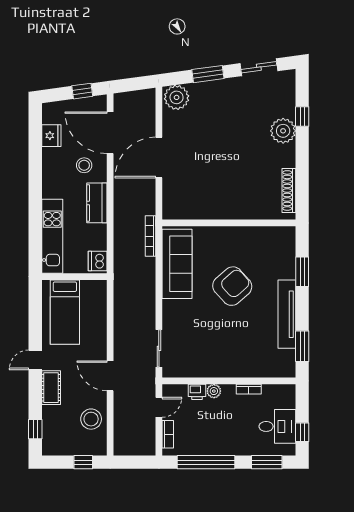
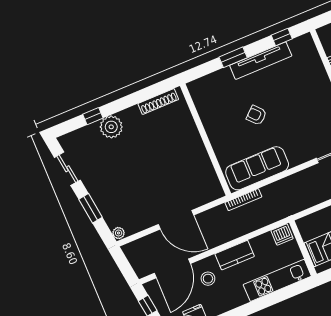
plant: (177, 97) -> (119, 233), width x0.53, depth x0.53
window: (302, 272) -> (233, 57), moved
armchair: (232, 286) -> (256, 115), width x0.53, depth x0.53
window: (302, 346) -> (282, 37), width x0.67

